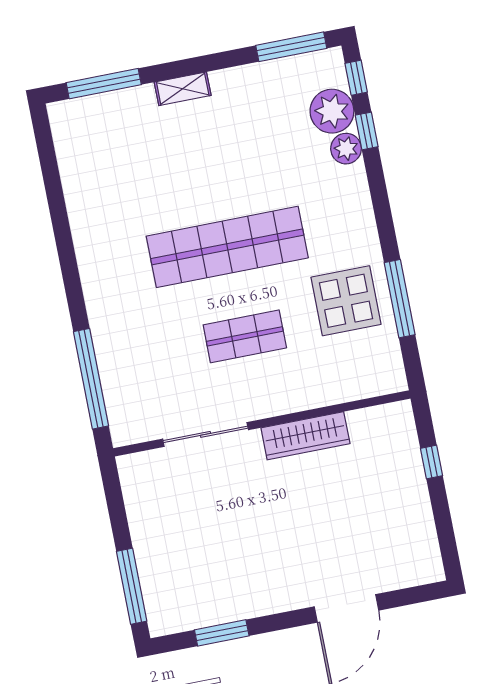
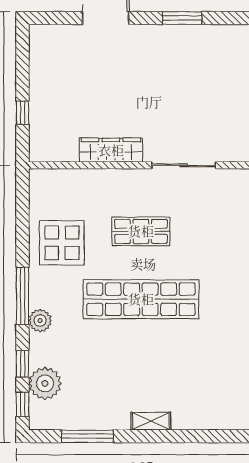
window: (291, 47) -> (87, 436), moved
window: (104, 84) -> (208, 436), removed
plant: (346, 149) -> (40, 320), moved
window: (400, 299) -> (22, 296), moved
window: (222, 633) -> (182, 18), moved

